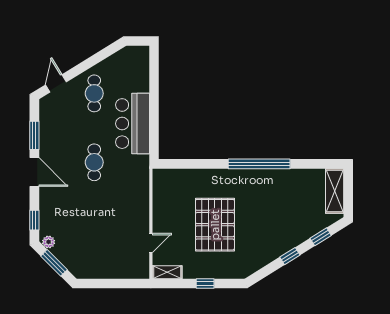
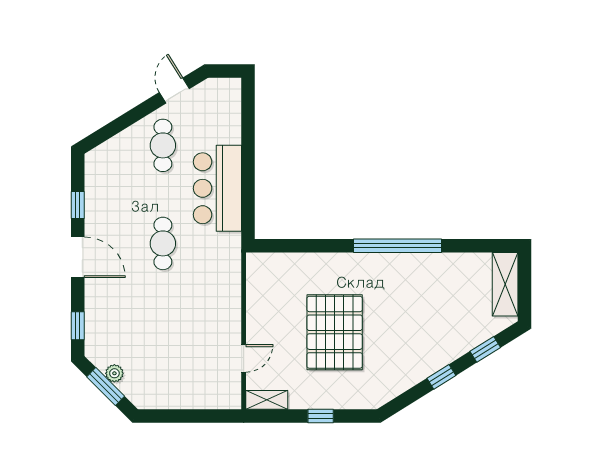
door: (56, 83) -> (174, 91), moved
window: (34, 135) -> (78, 205), width x0.67
plant: (49, 242) -> (114, 373), moved

